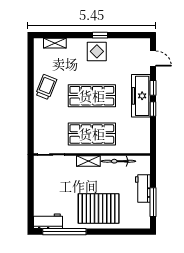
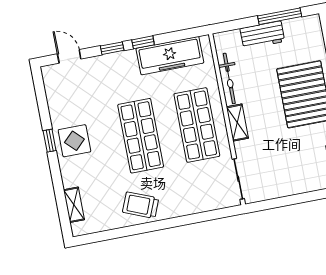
door: (153, 59) -> (69, 56), hinge flipped
freezer: (141, 96) -> (170, 56), moved

